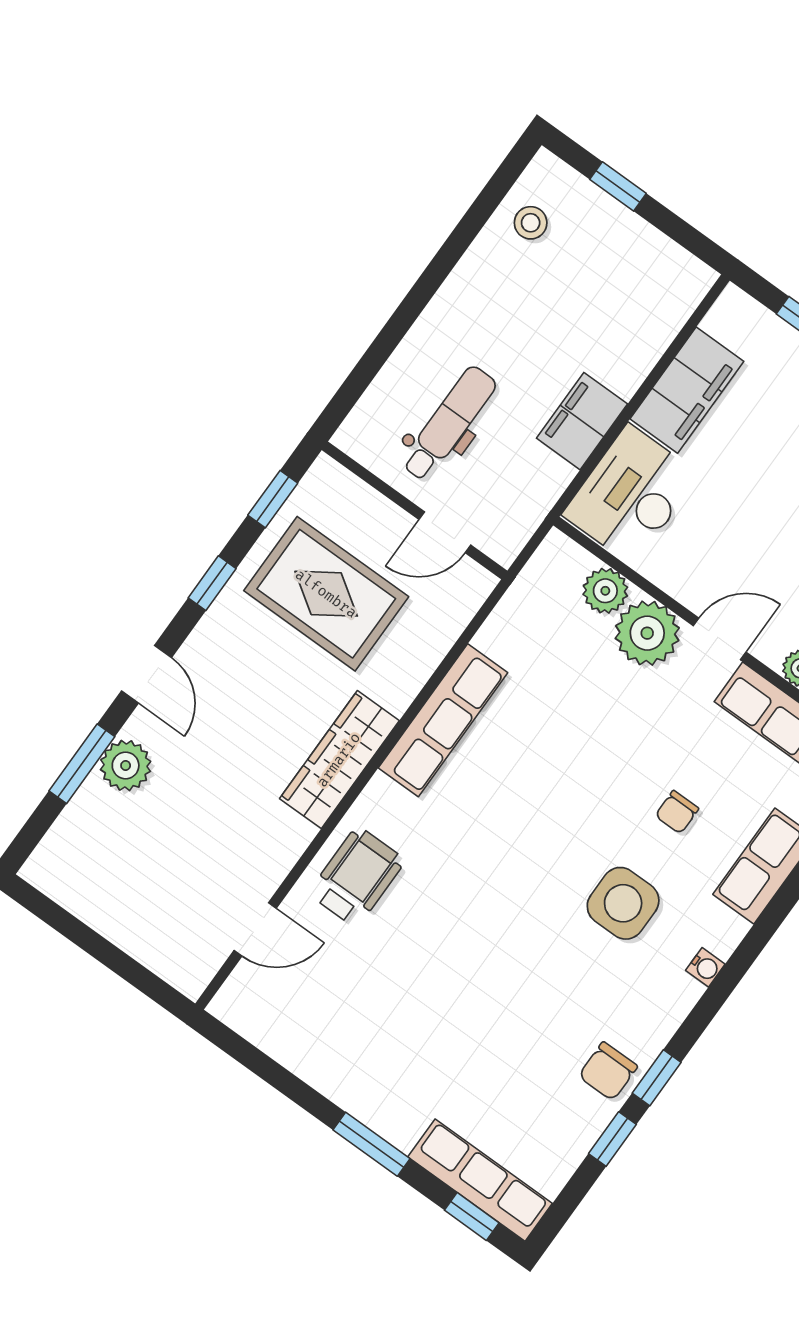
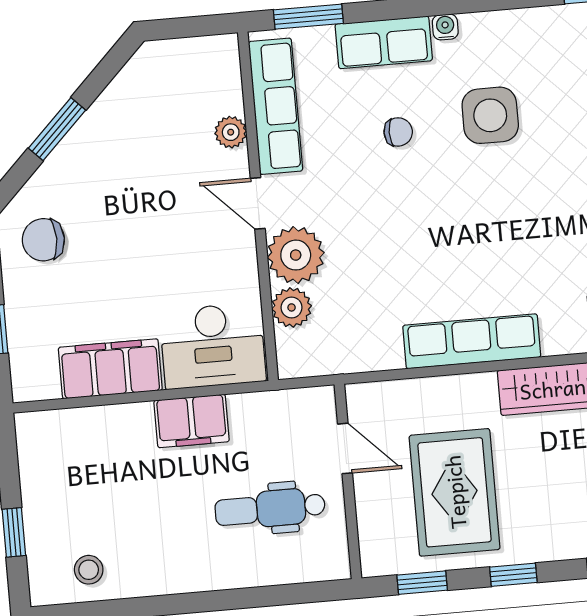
water cooler: (705, 967) -> (445, 27), moved

